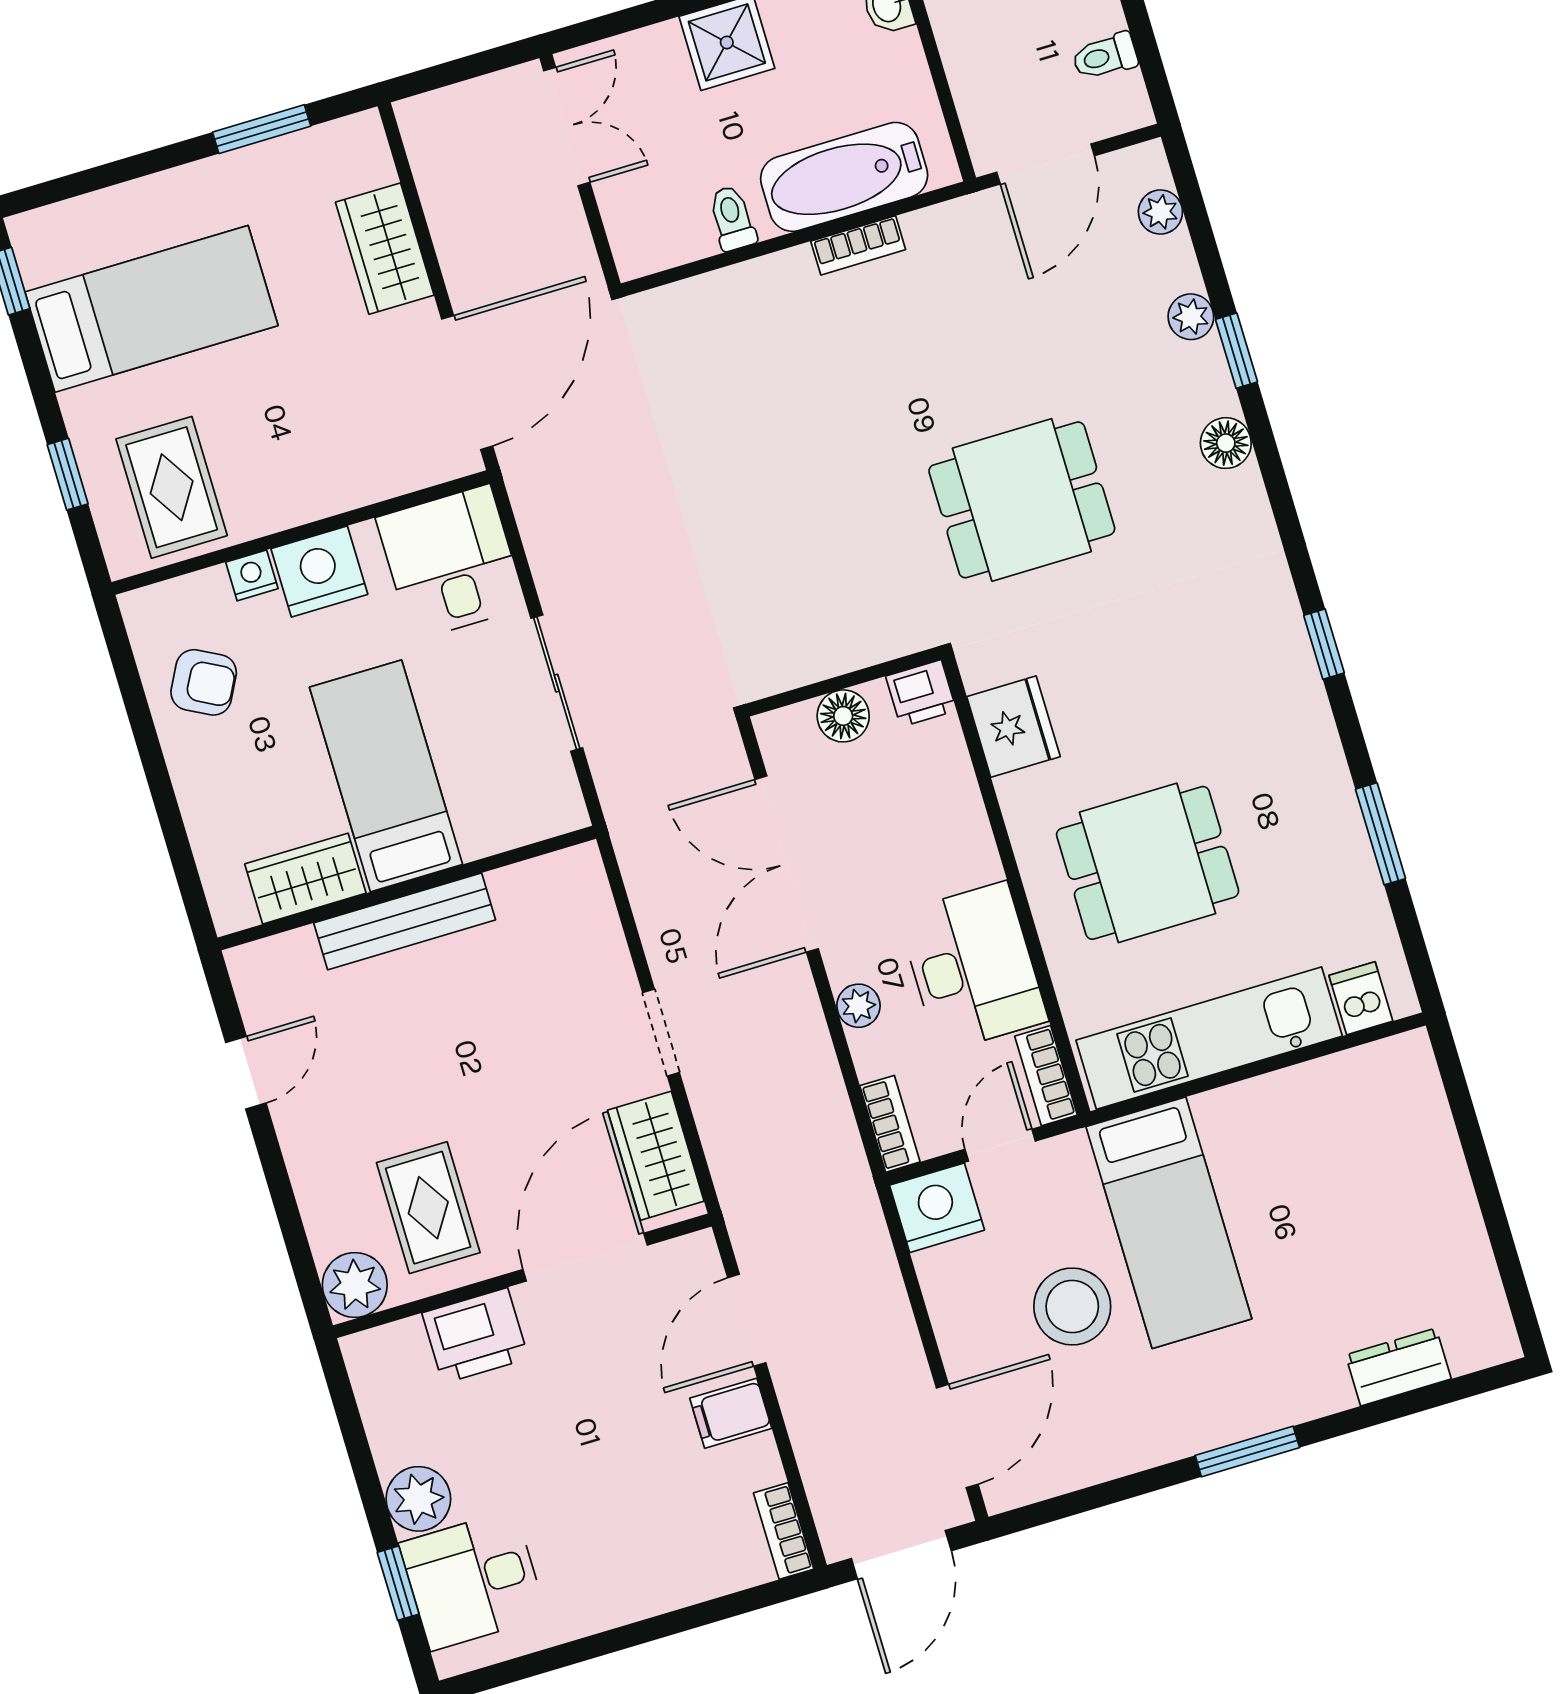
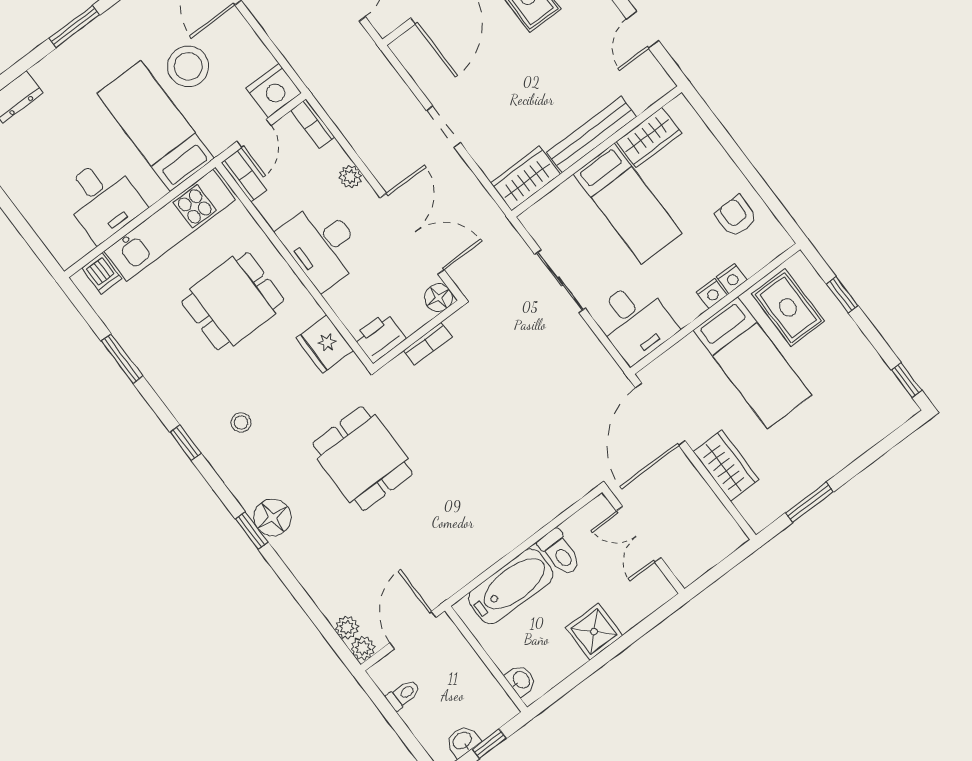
double door: (567, 127) -> (639, 534), moved
toilet: (732, 218) -> (560, 552), width x1.37, depth x1.39
bookcase: (858, 245) -> (428, 344), moved, turned 180
bed: (151, 309) -> (752, 363), moved, turned -90
plant: (1191, 317) -> (363, 648), moved
window: (1236, 351) -> (252, 530), moved
floor lamp: (1226, 443) -> (272, 517), width x1.38, depth x1.38
dining table: (1022, 500) -> (363, 458), turned 90
nightstand: (319, 571) -> (712, 294), width x0.53, depth x0.56
stool: (1213, 643) -> (241, 422), added
armchair: (204, 682) -> (736, 216), turned 62
printer: (921, 693) -> (379, 337), width x1.36, depth x1.24
floor lamp: (843, 716) -> (438, 298), moved
desk: (973, 967) -> (322, 245), moved
desk: (1311, 1128) -> (102, 200), added
wardrobe: (656, 1156) -> (525, 179), moved, turned -90

